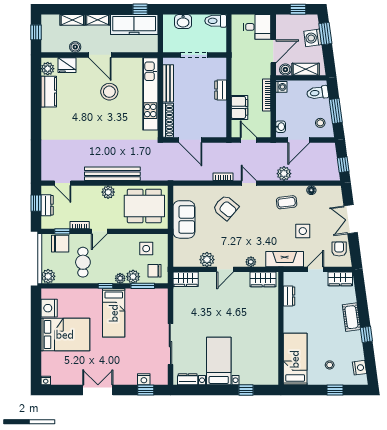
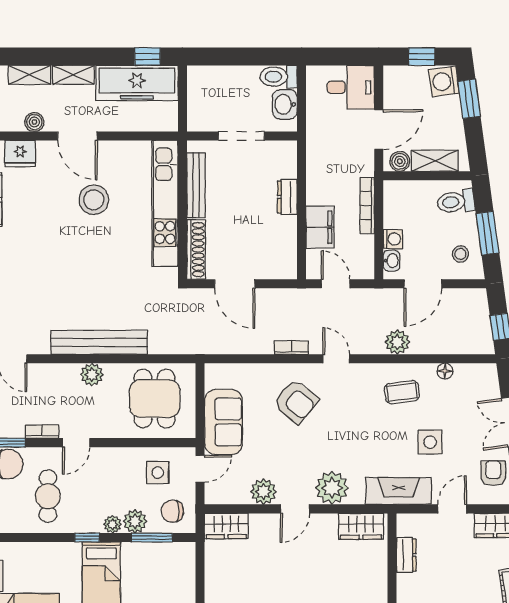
washbasin: (183, 21) -> (285, 104), moved, turned 90
washing machine: (313, 38) -> (444, 81), moved
washing machine: (281, 87) -> (393, 239), moved
dining table: (144, 206) -> (155, 399), width x0.73
door: (170, 246) -> (200, 469), added
plant: (251, 262) -> (332, 488), width x1.87, depth x1.87

